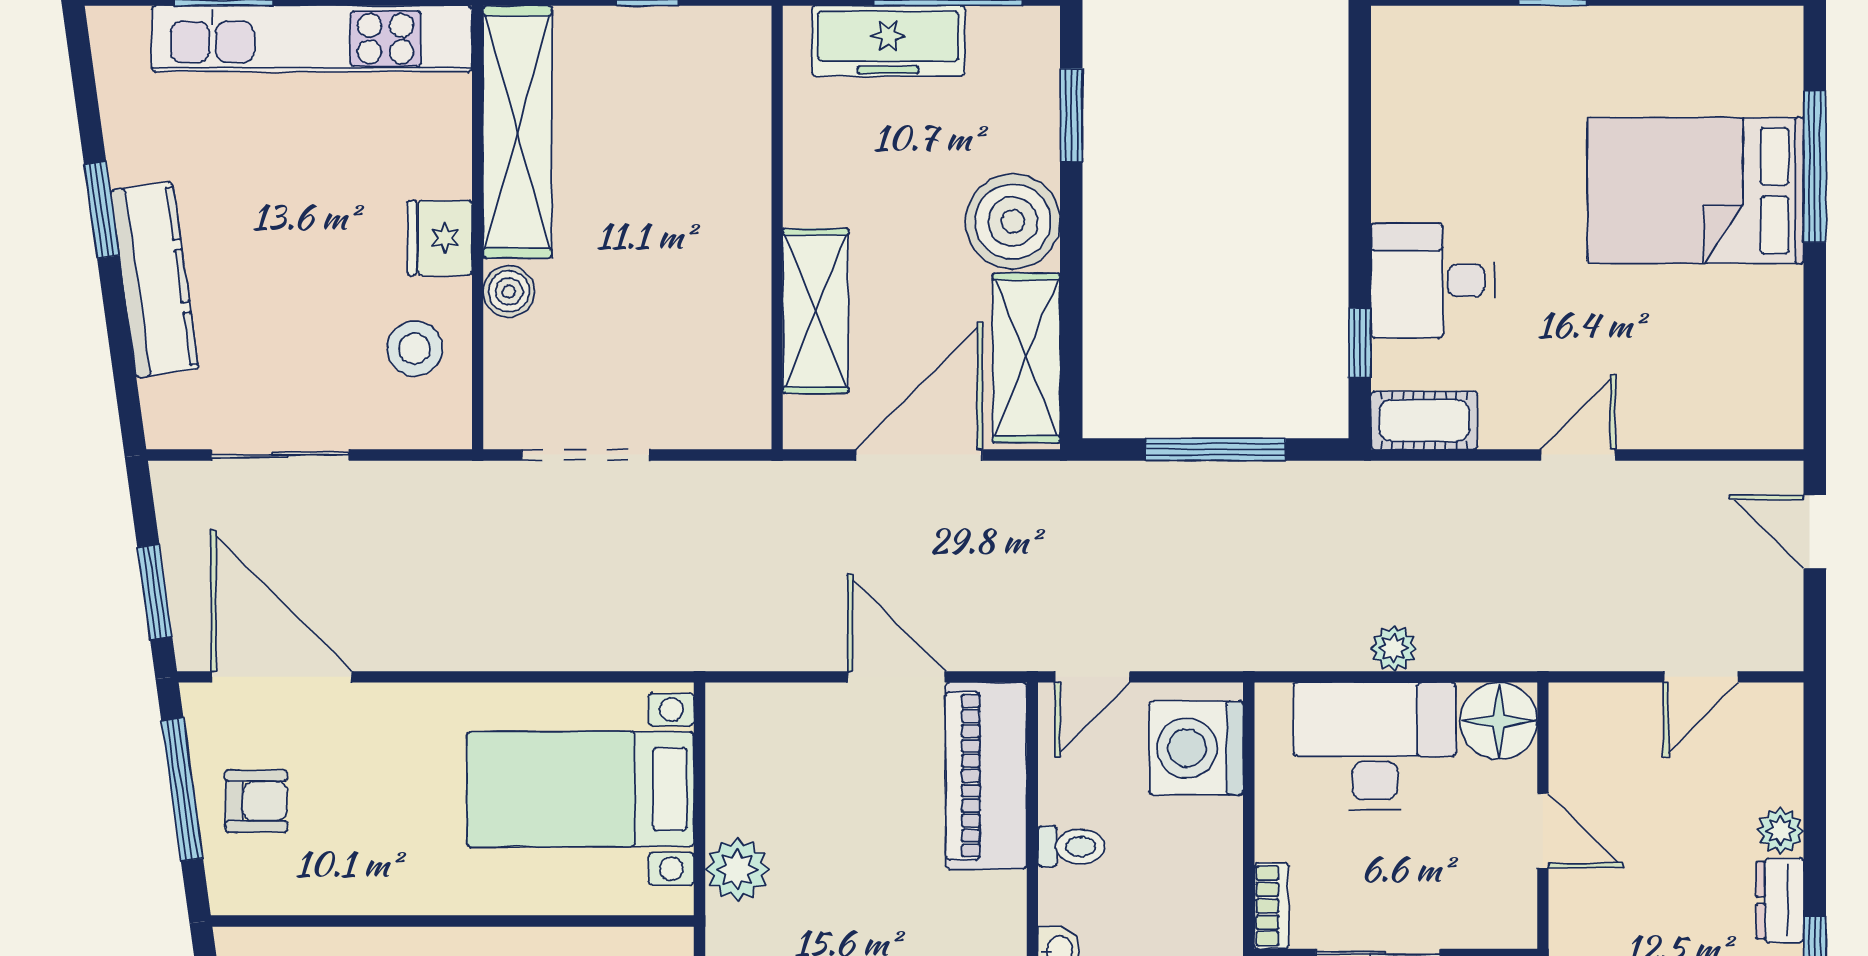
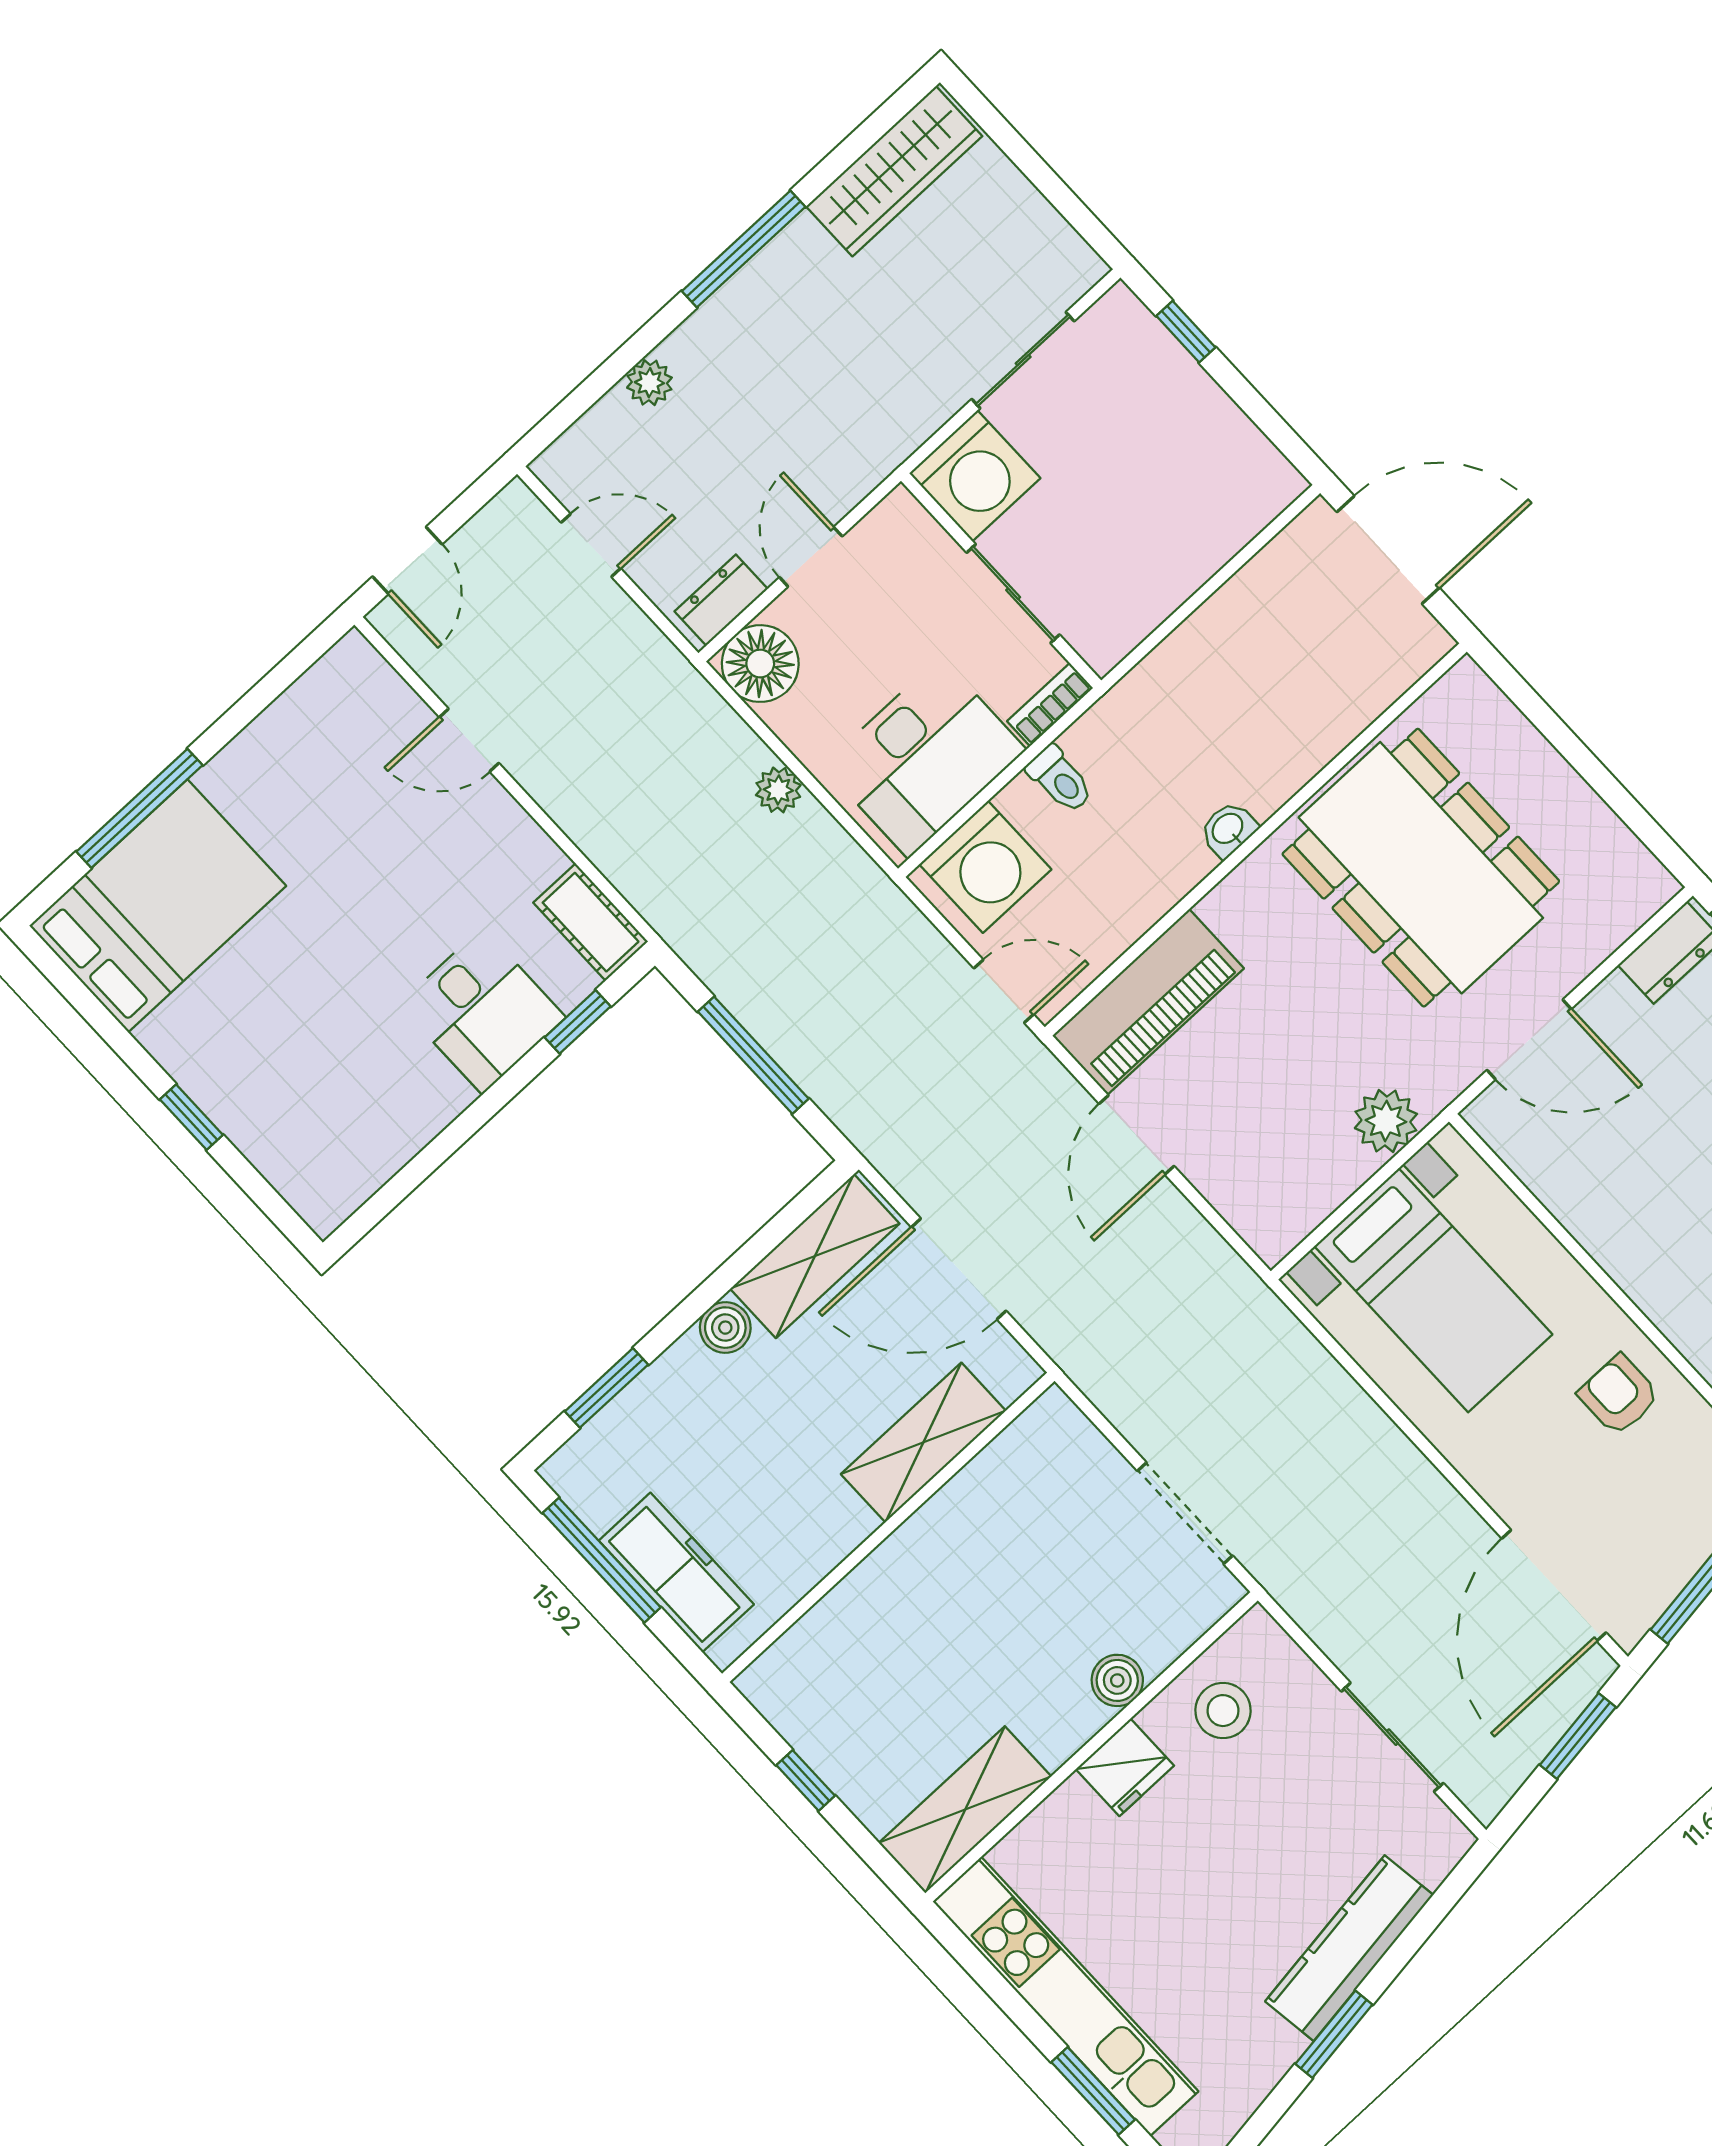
shelving: (517, 132) -> (965, 1809), width x0.68
bed: (1696, 191) -> (158, 906), moved, turned -90
boiler: (1013, 222) -> (725, 1328), width x0.54, depth x0.54
door: (1578, 455) -> (469, 740), moved
desk: (1375, 746) -> (924, 758), moved, turned -90
armchair: (256, 801) -> (1619, 1395), moved
toilet: (1071, 846) -> (1060, 779), moved, turned 180
dresser: (1780, 900) -> (721, 600), moved, turned 180

